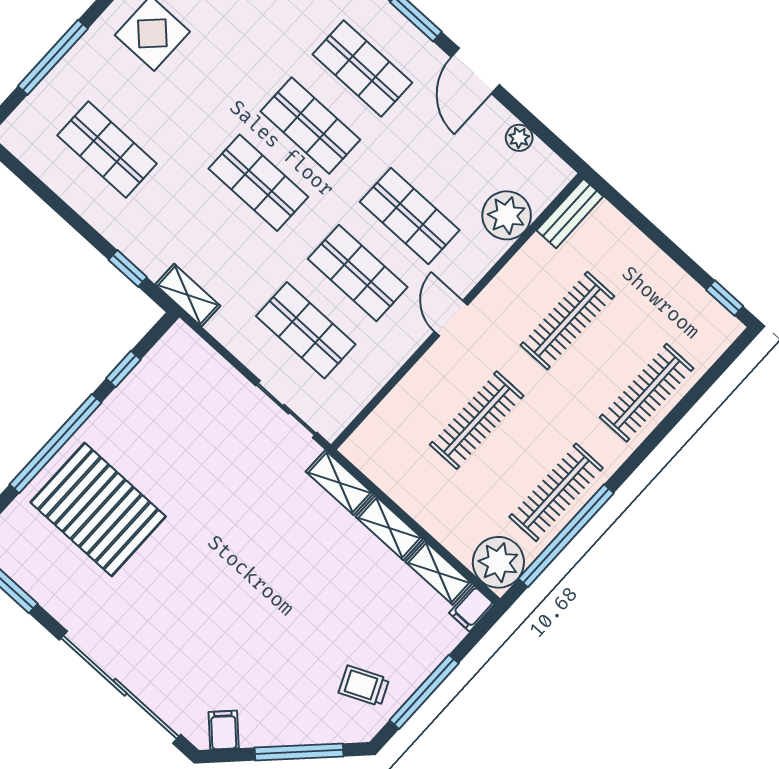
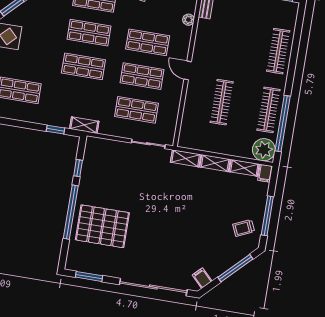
plant: (507, 215) -> (188, 20), width x0.53, depth x0.53
clothes rail: (567, 321) -> (231, 43), removed

